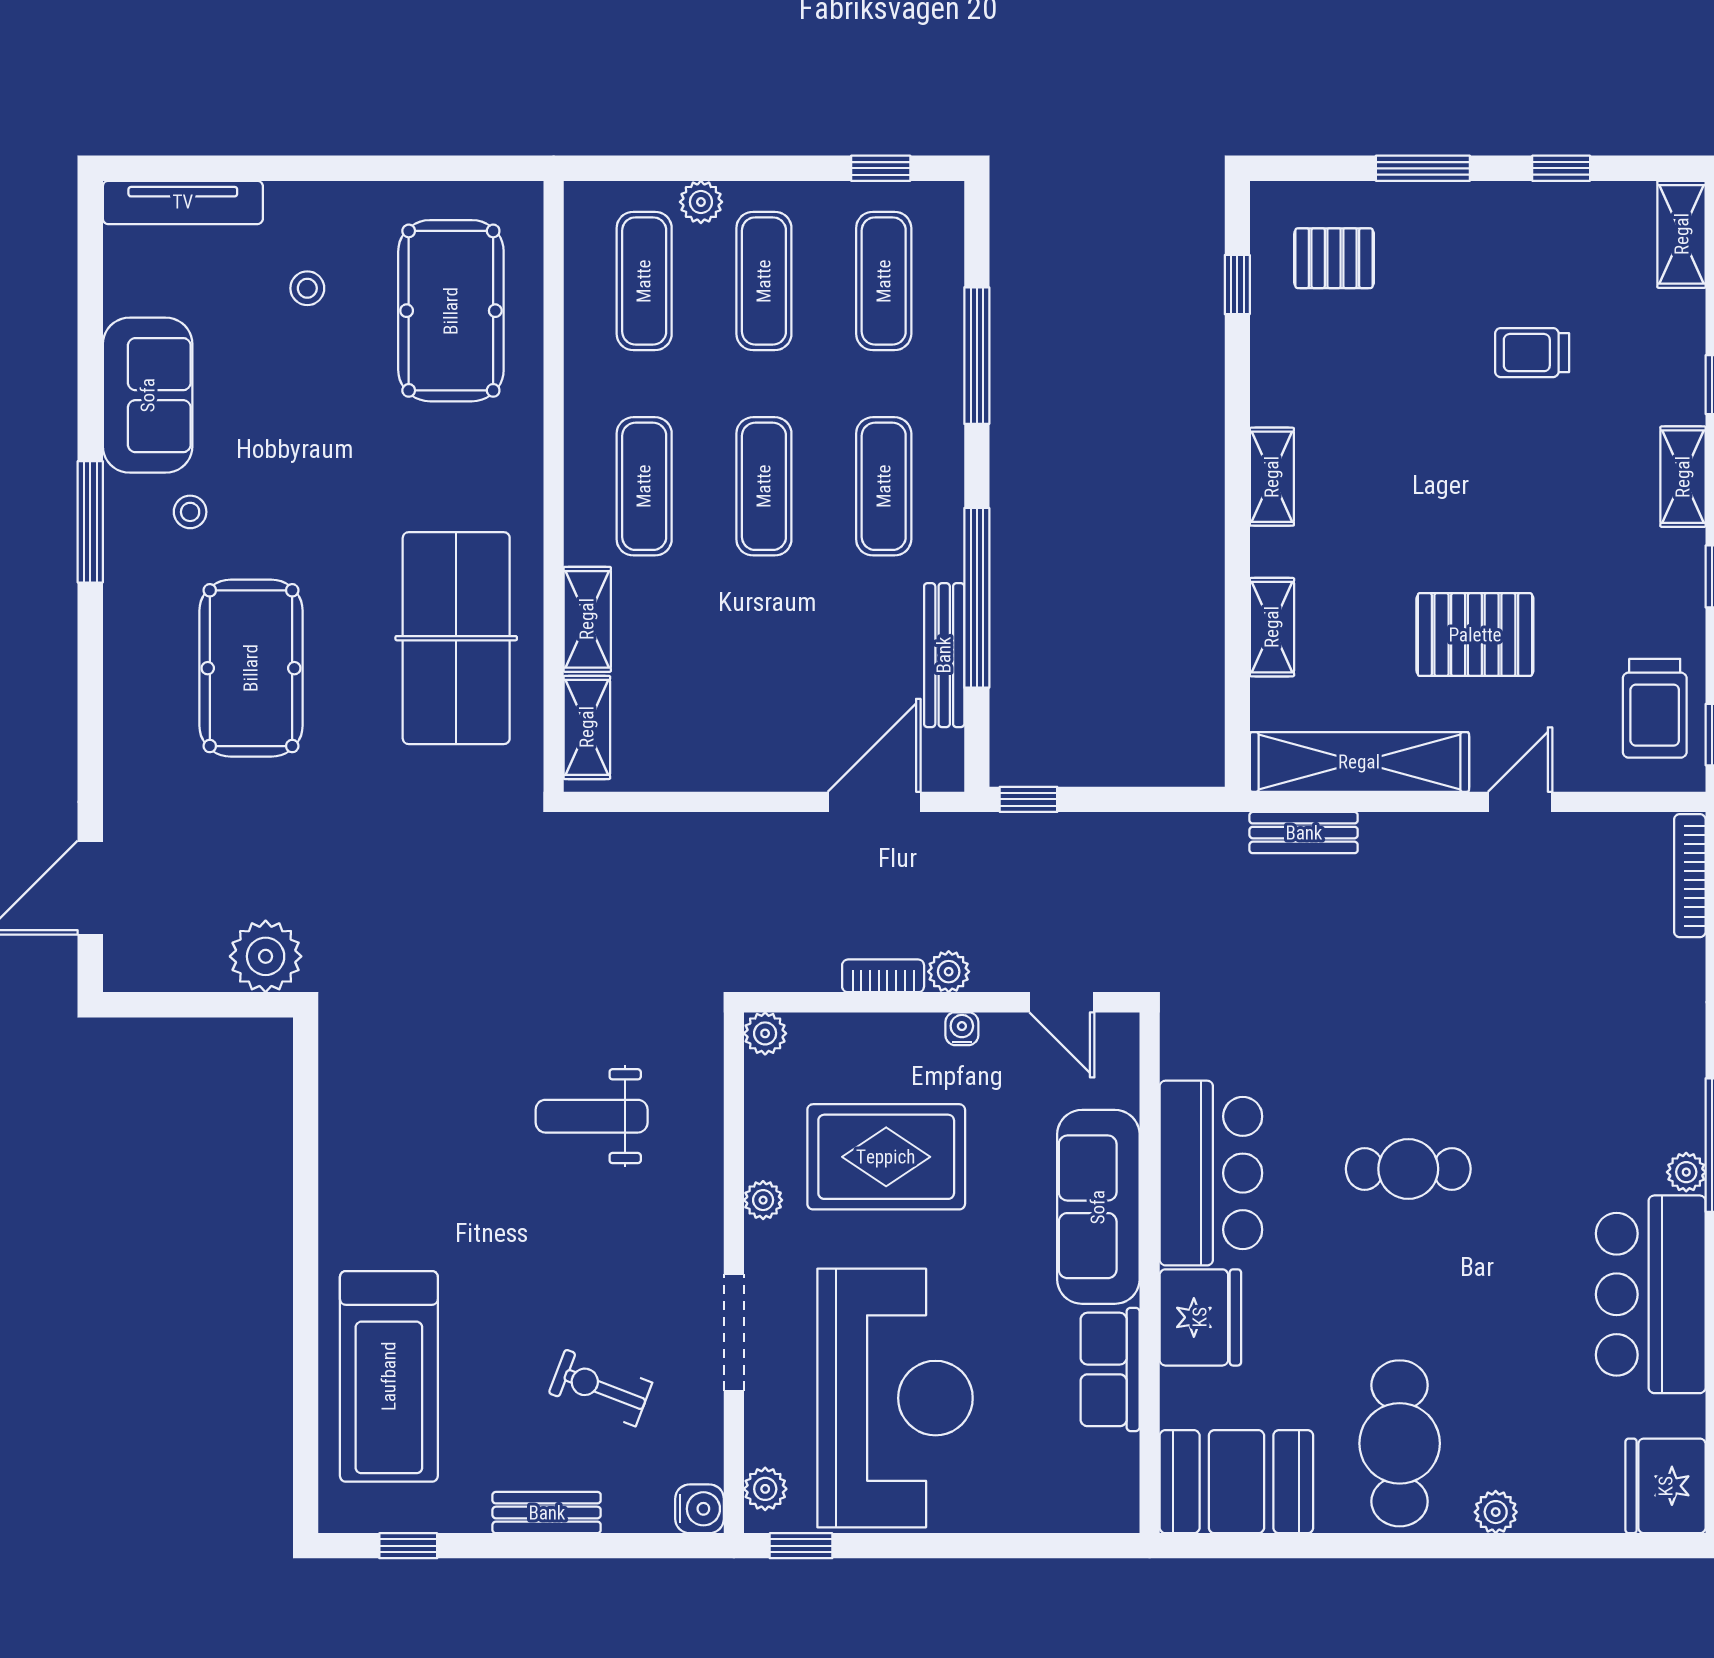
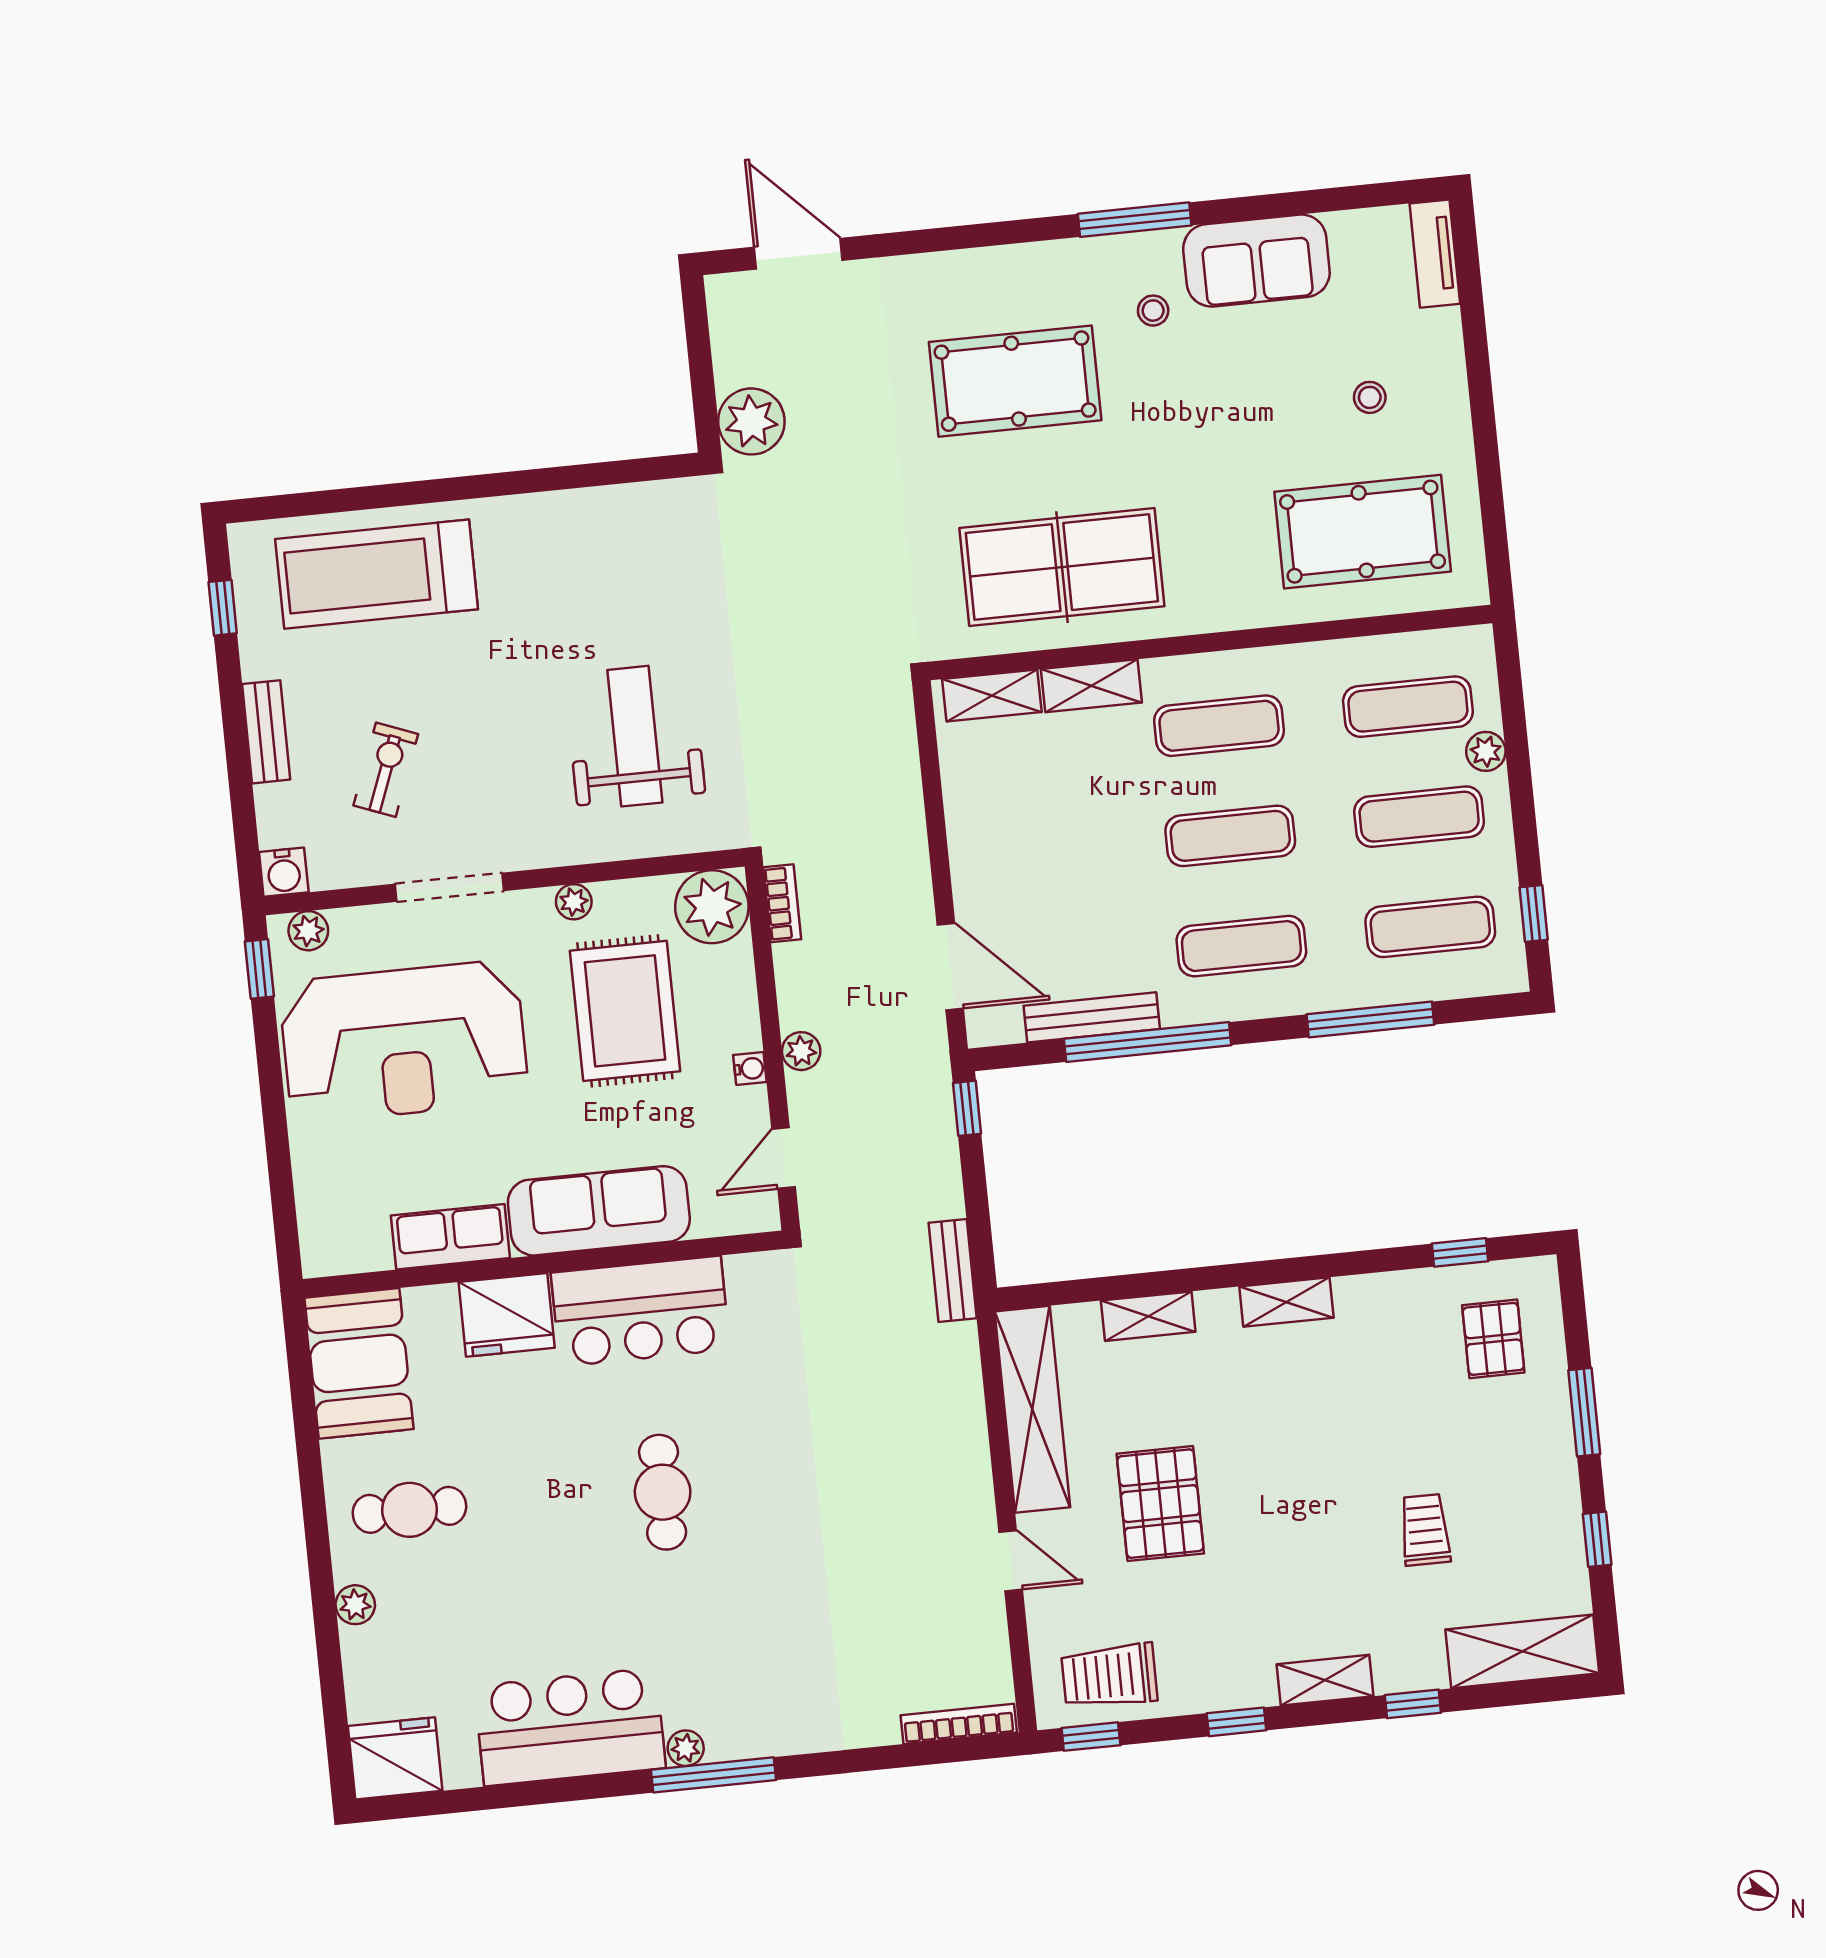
tv unit: (183, 202) -> (1435, 254), width x0.71
shelving: (1682, 234) -> (1522, 1651), width x1.50, depth x1.33
bench: (1304, 833) -> (953, 1271), moved
bookcase: (883, 976) -> (782, 903), moved
plant: (765, 1033) -> (712, 907), width x1.87, depth x1.87
weight bench: (592, 1116) -> (635, 736), width x1.36, depth x1.33
cafe table: (1400, 1443) -> (409, 1510), width x0.73, depth x0.74

